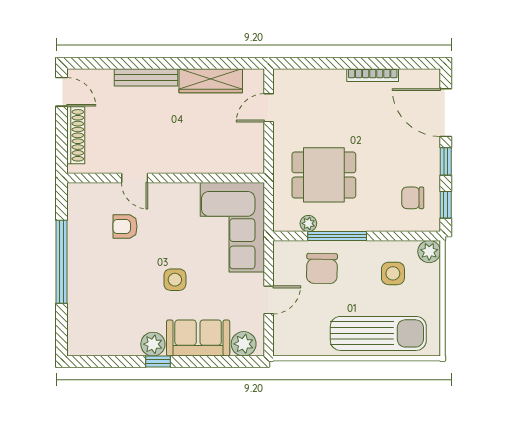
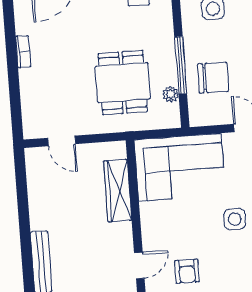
bookcase: (373, 75) -> (23, 52), width x0.64
wardrobe: (211, 81) -> (118, 191), moved, turned 180

